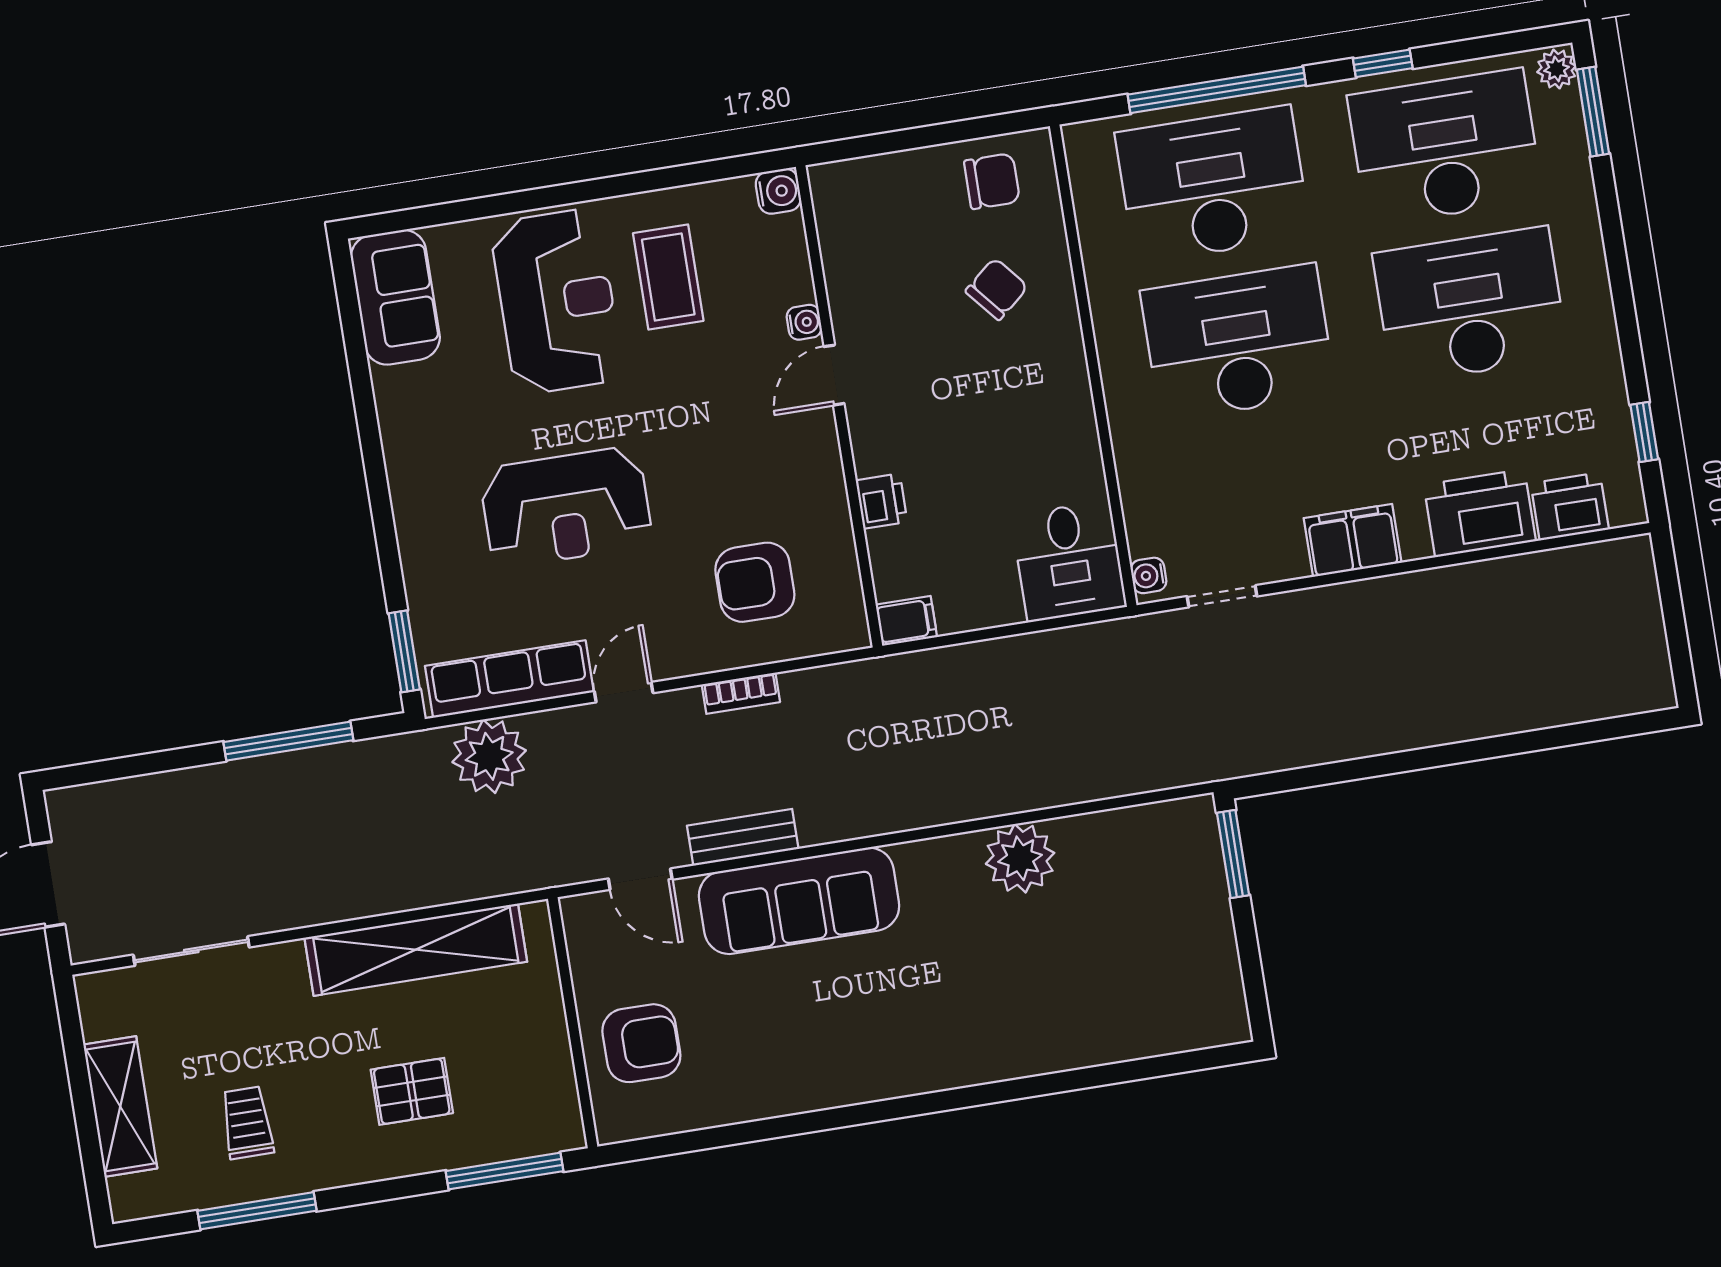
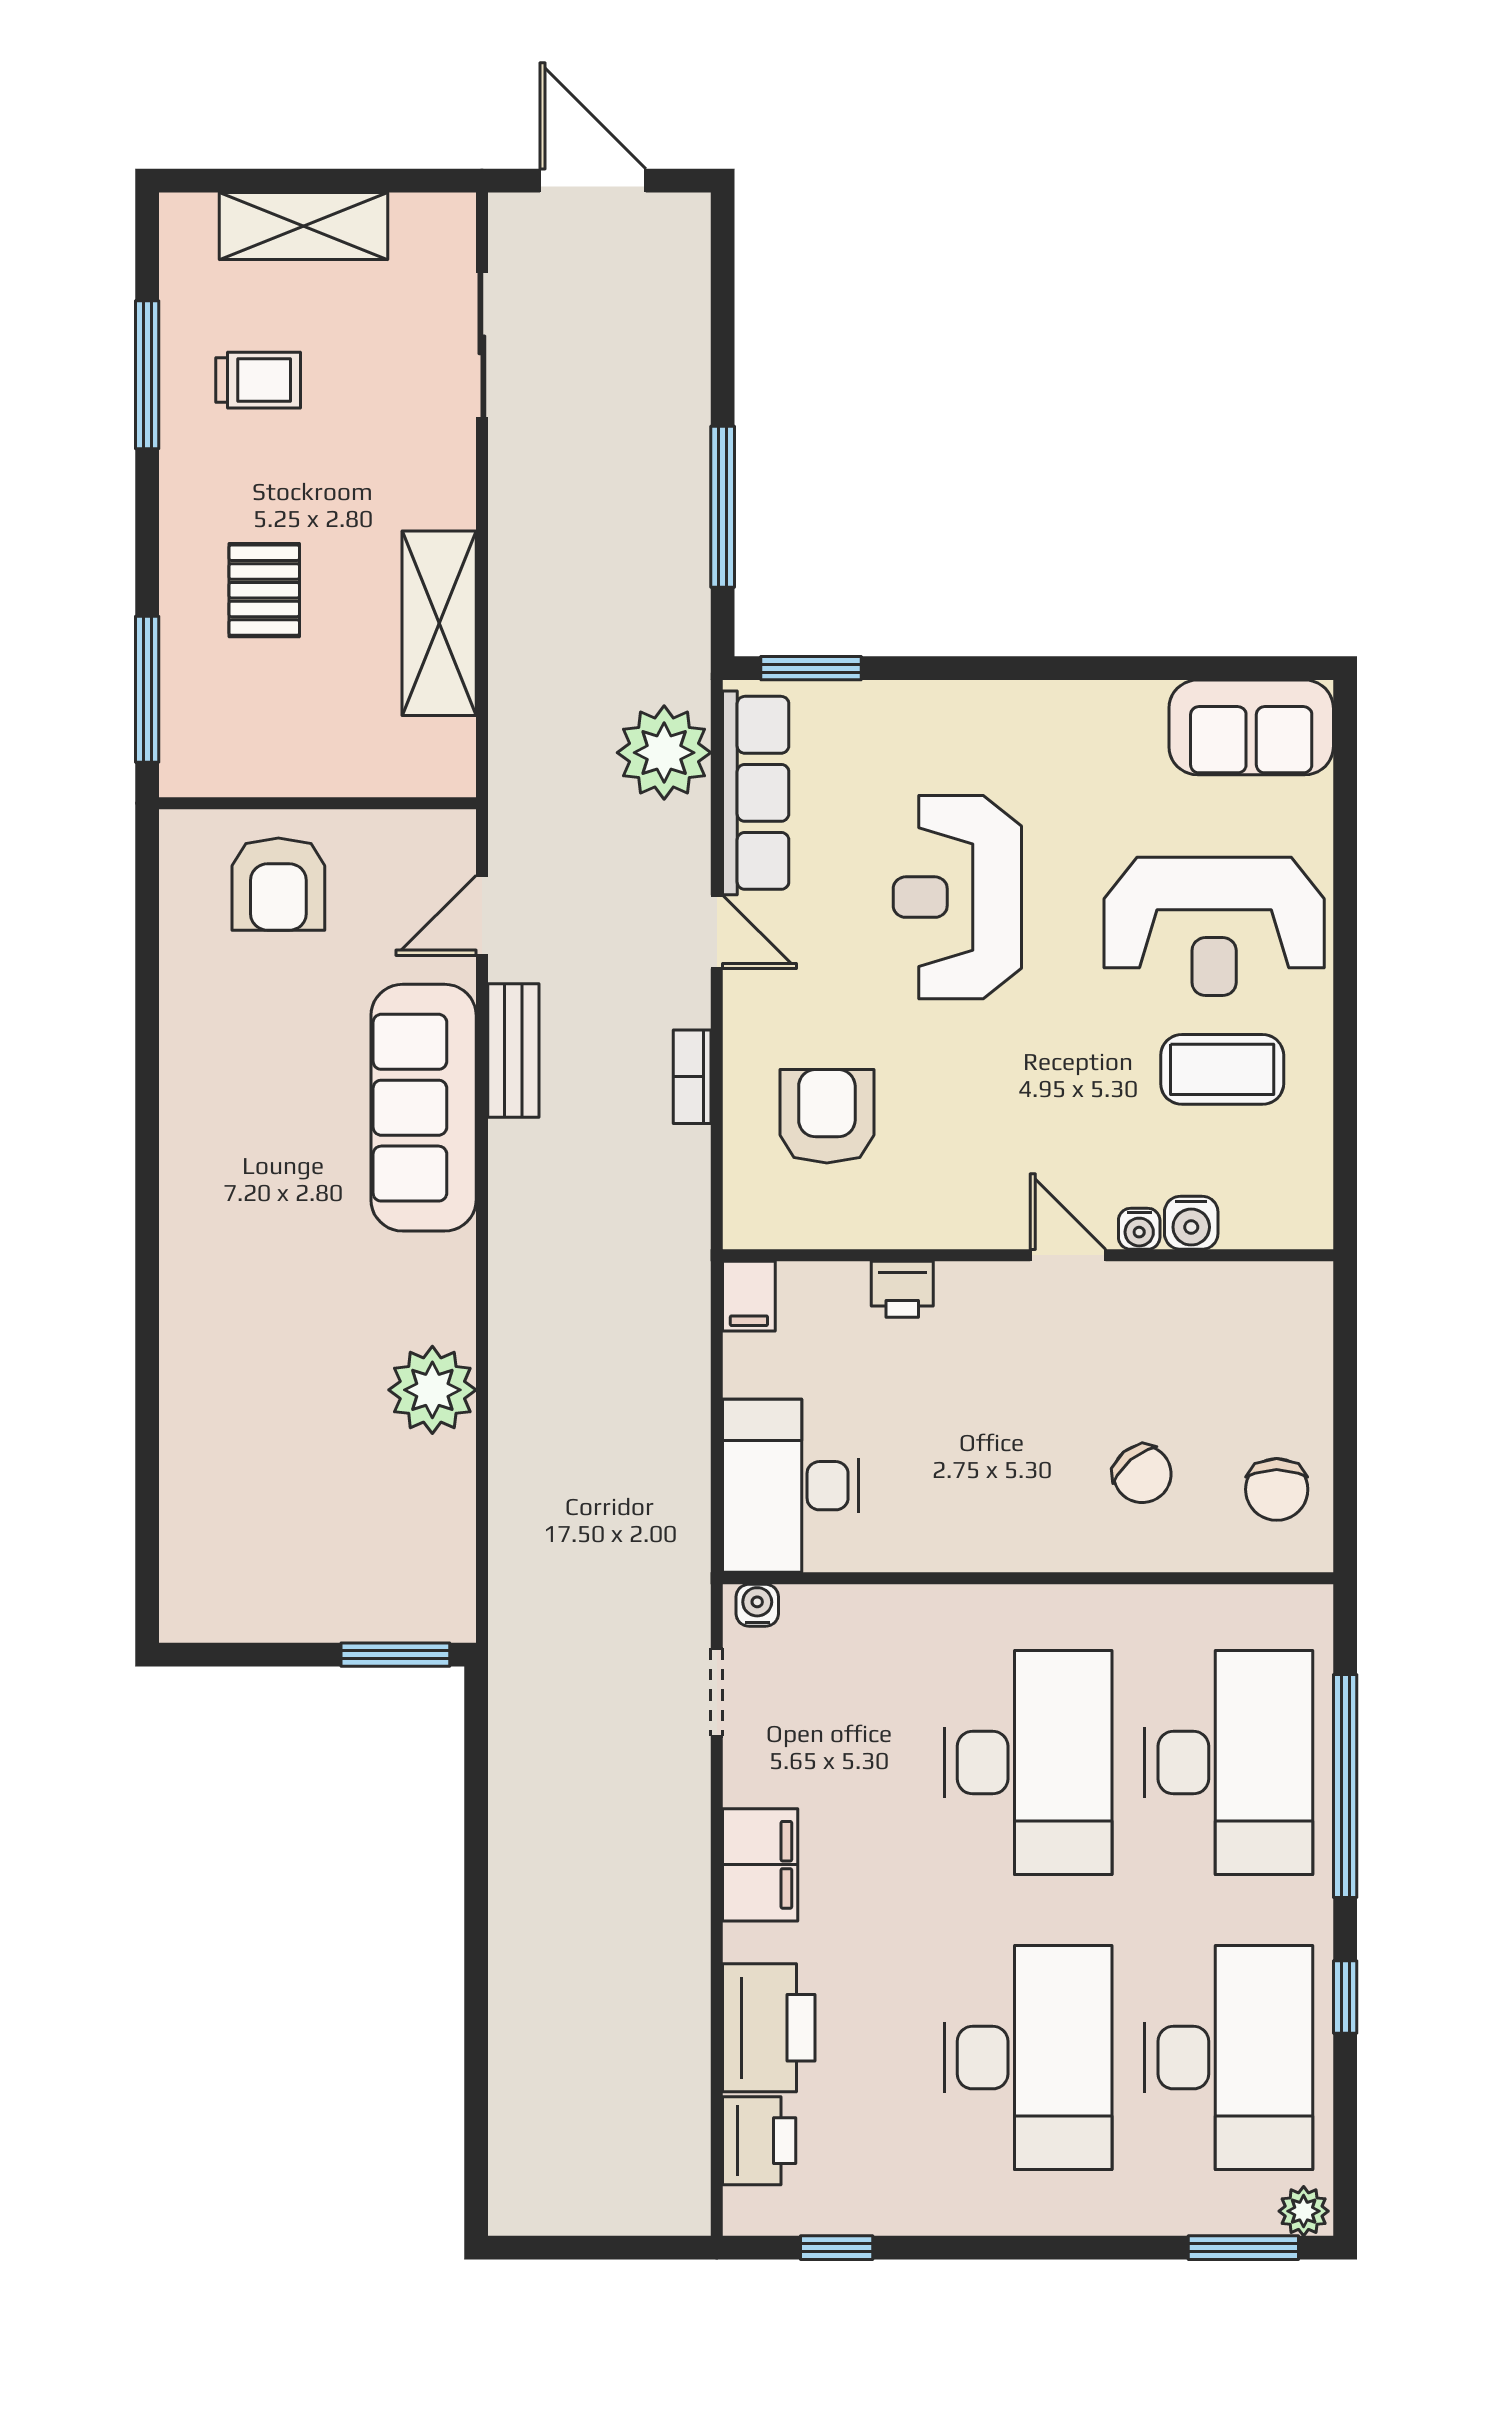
water cooler: (778, 191) -> (1191, 1223), moved
desk: (1069, 561) -> (791, 1486), width x1.37
shelving: (416, 950) -> (439, 623), width x0.68

